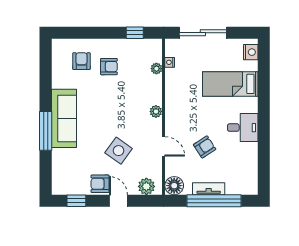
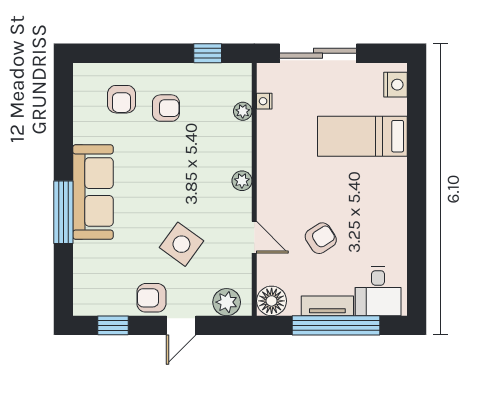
armchair: (82, 61) -> (121, 99), turned 180
desk: (243, 128) -> (378, 291), moved, turned 90
door: (118, 201) -> (181, 325), swing flipped

